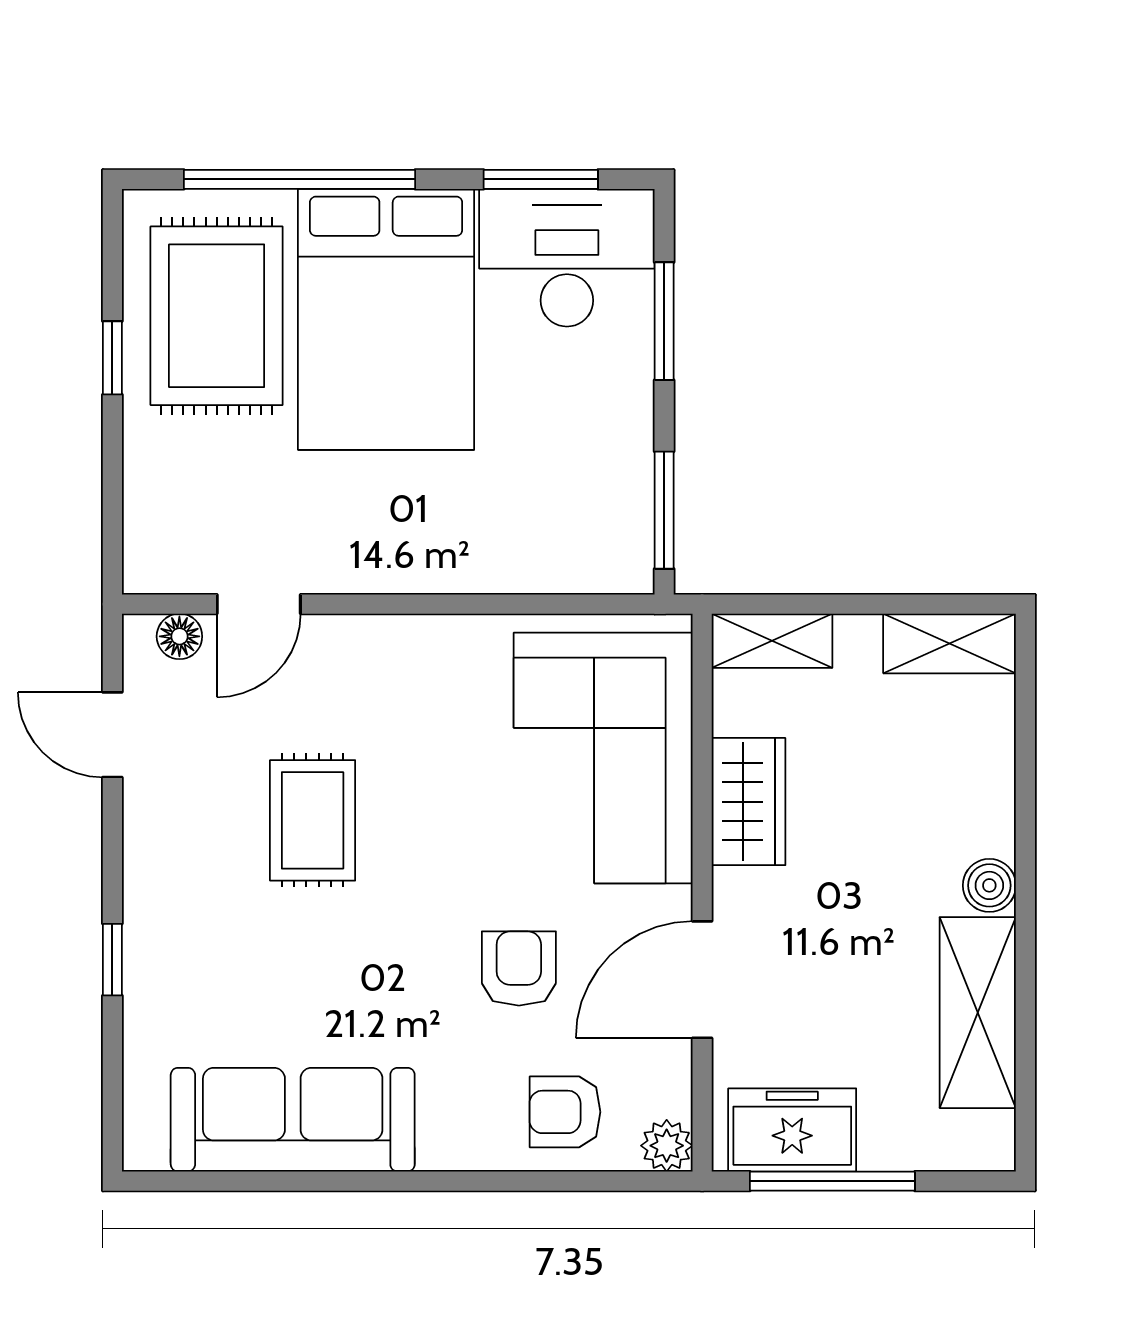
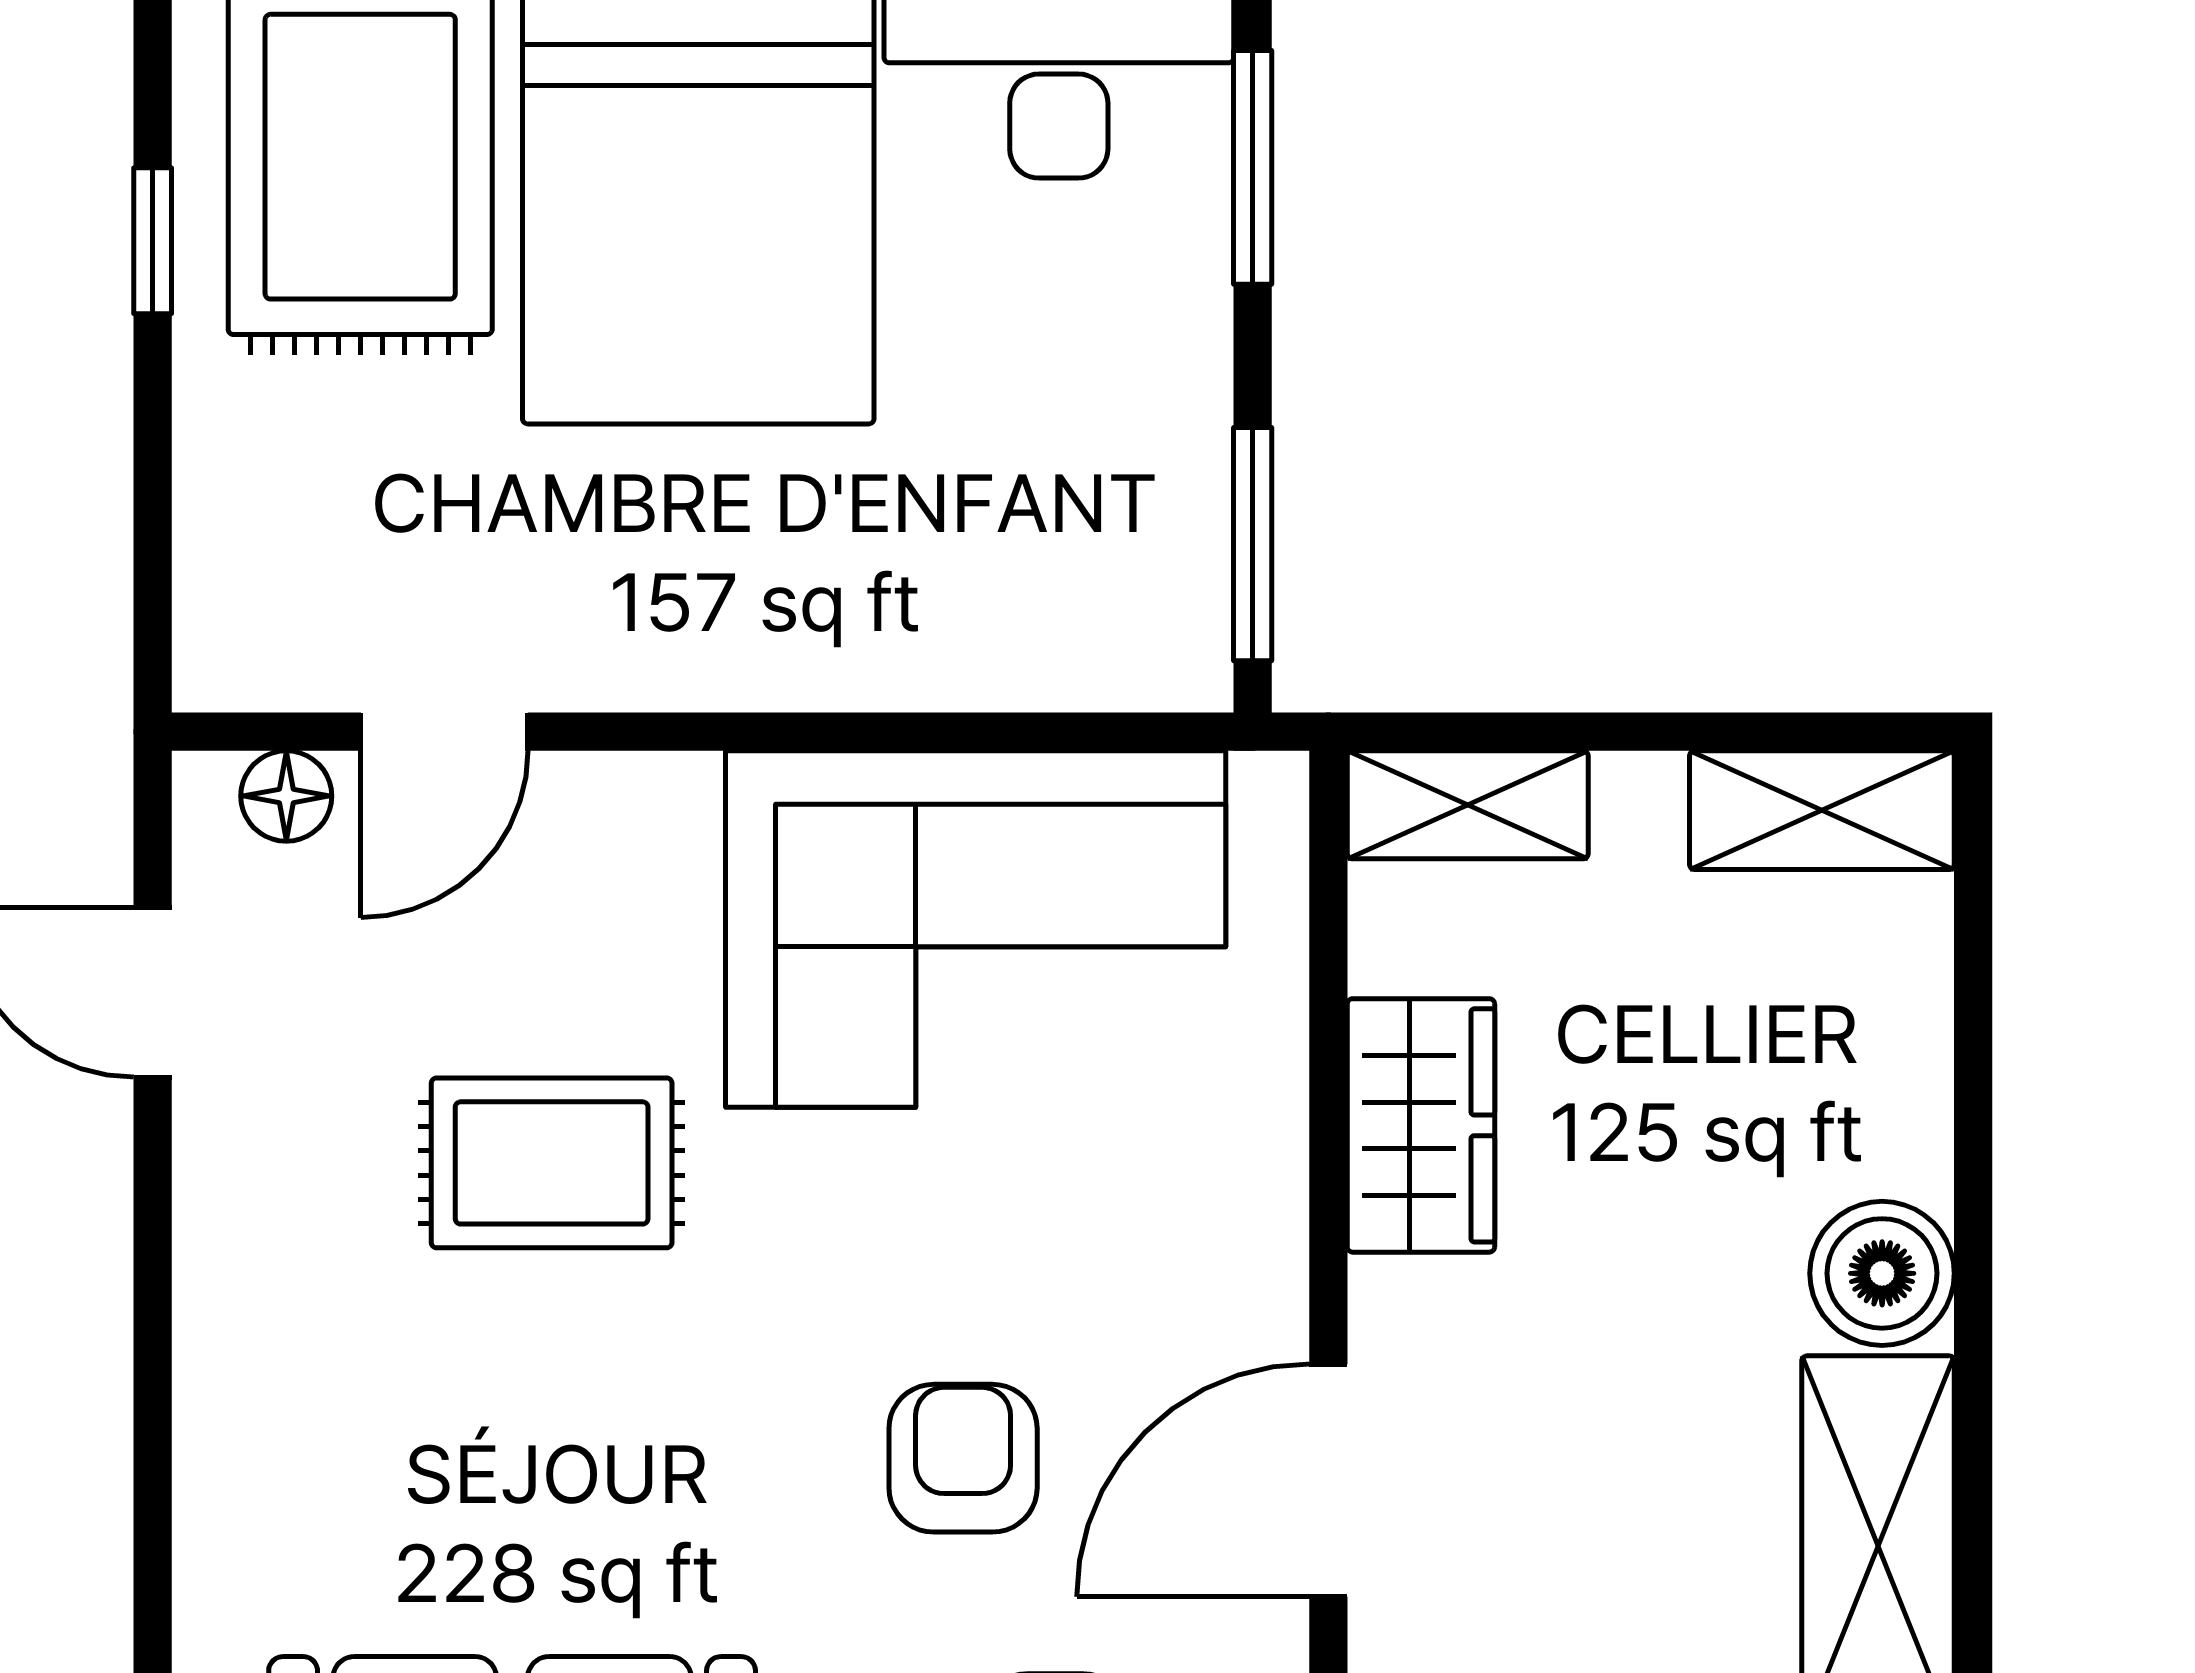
corner sofa: (603, 758) -> (976, 929), moved, turned -90
rug: (313, 820) -> (552, 1163), turned 90
boiler: (989, 885) -> (1882, 1273), width x1.36, depth x1.36
window: (112, 960) -> (153, 1441), removed

